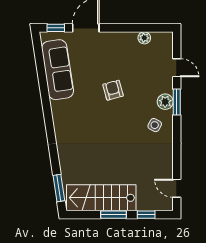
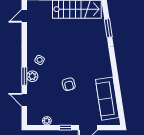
window: (56, 28) -> (66, 128), moved
window: (59, 188) -> (108, 28), moved
door: (177, 188) -> (24, 16), swing flipped

